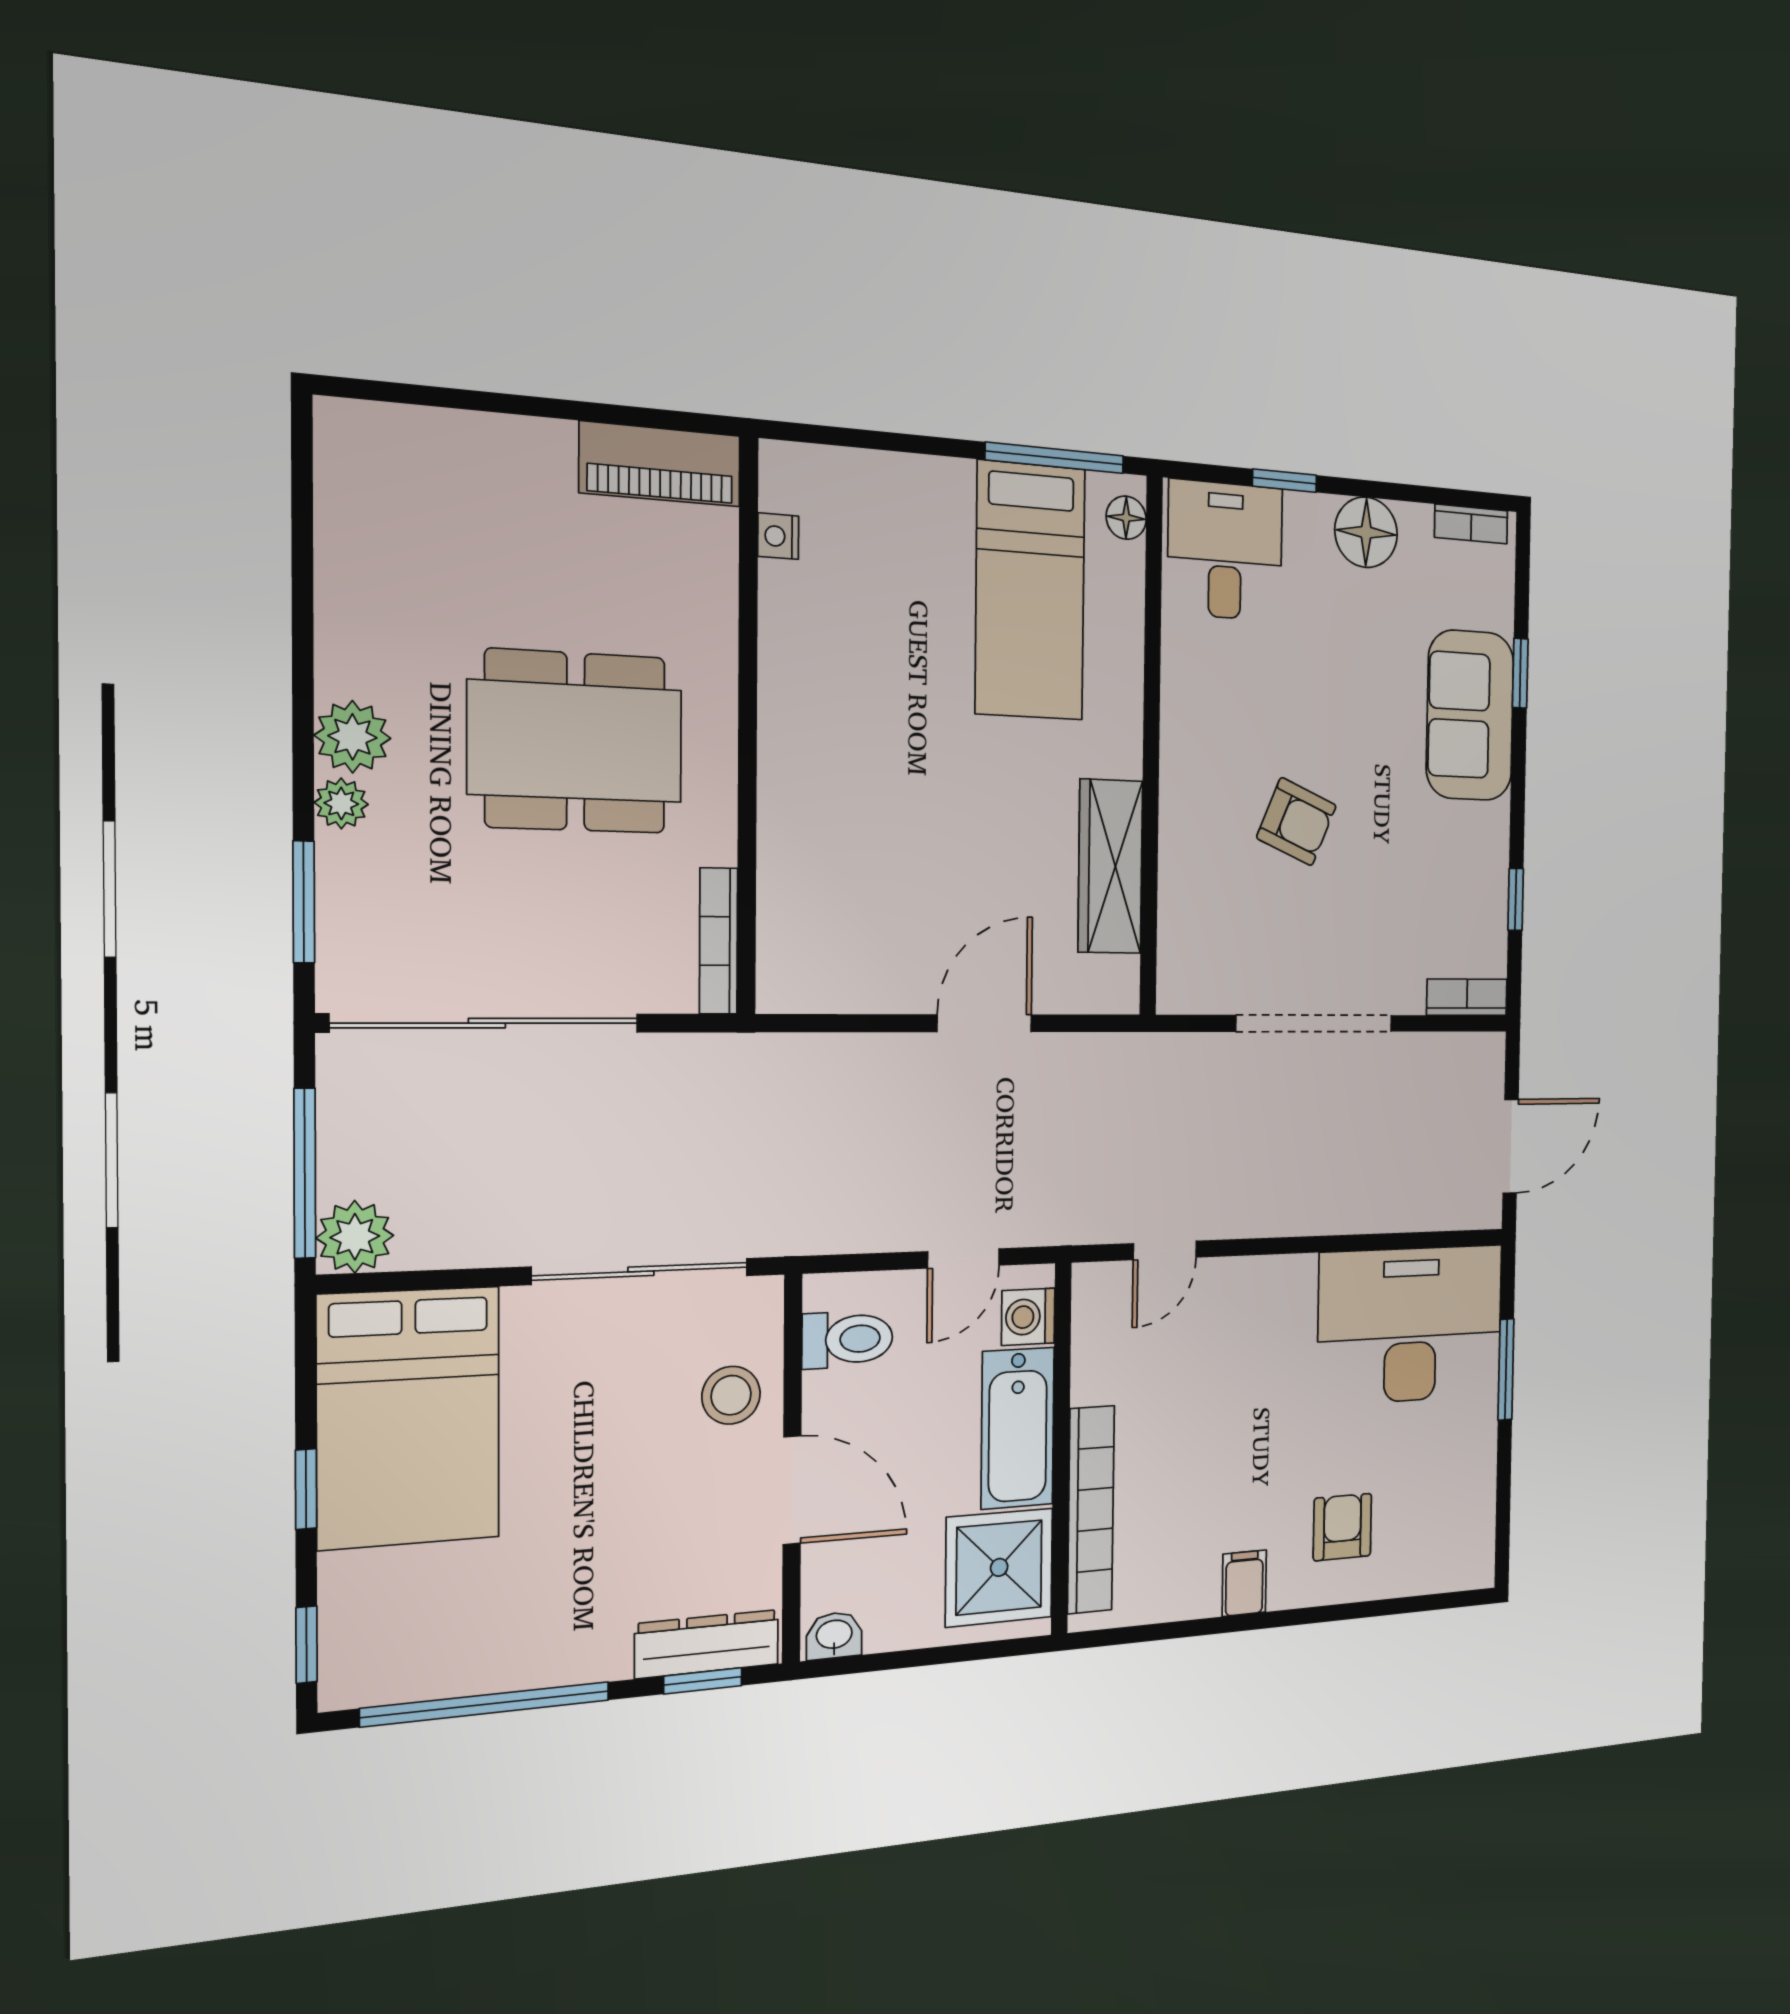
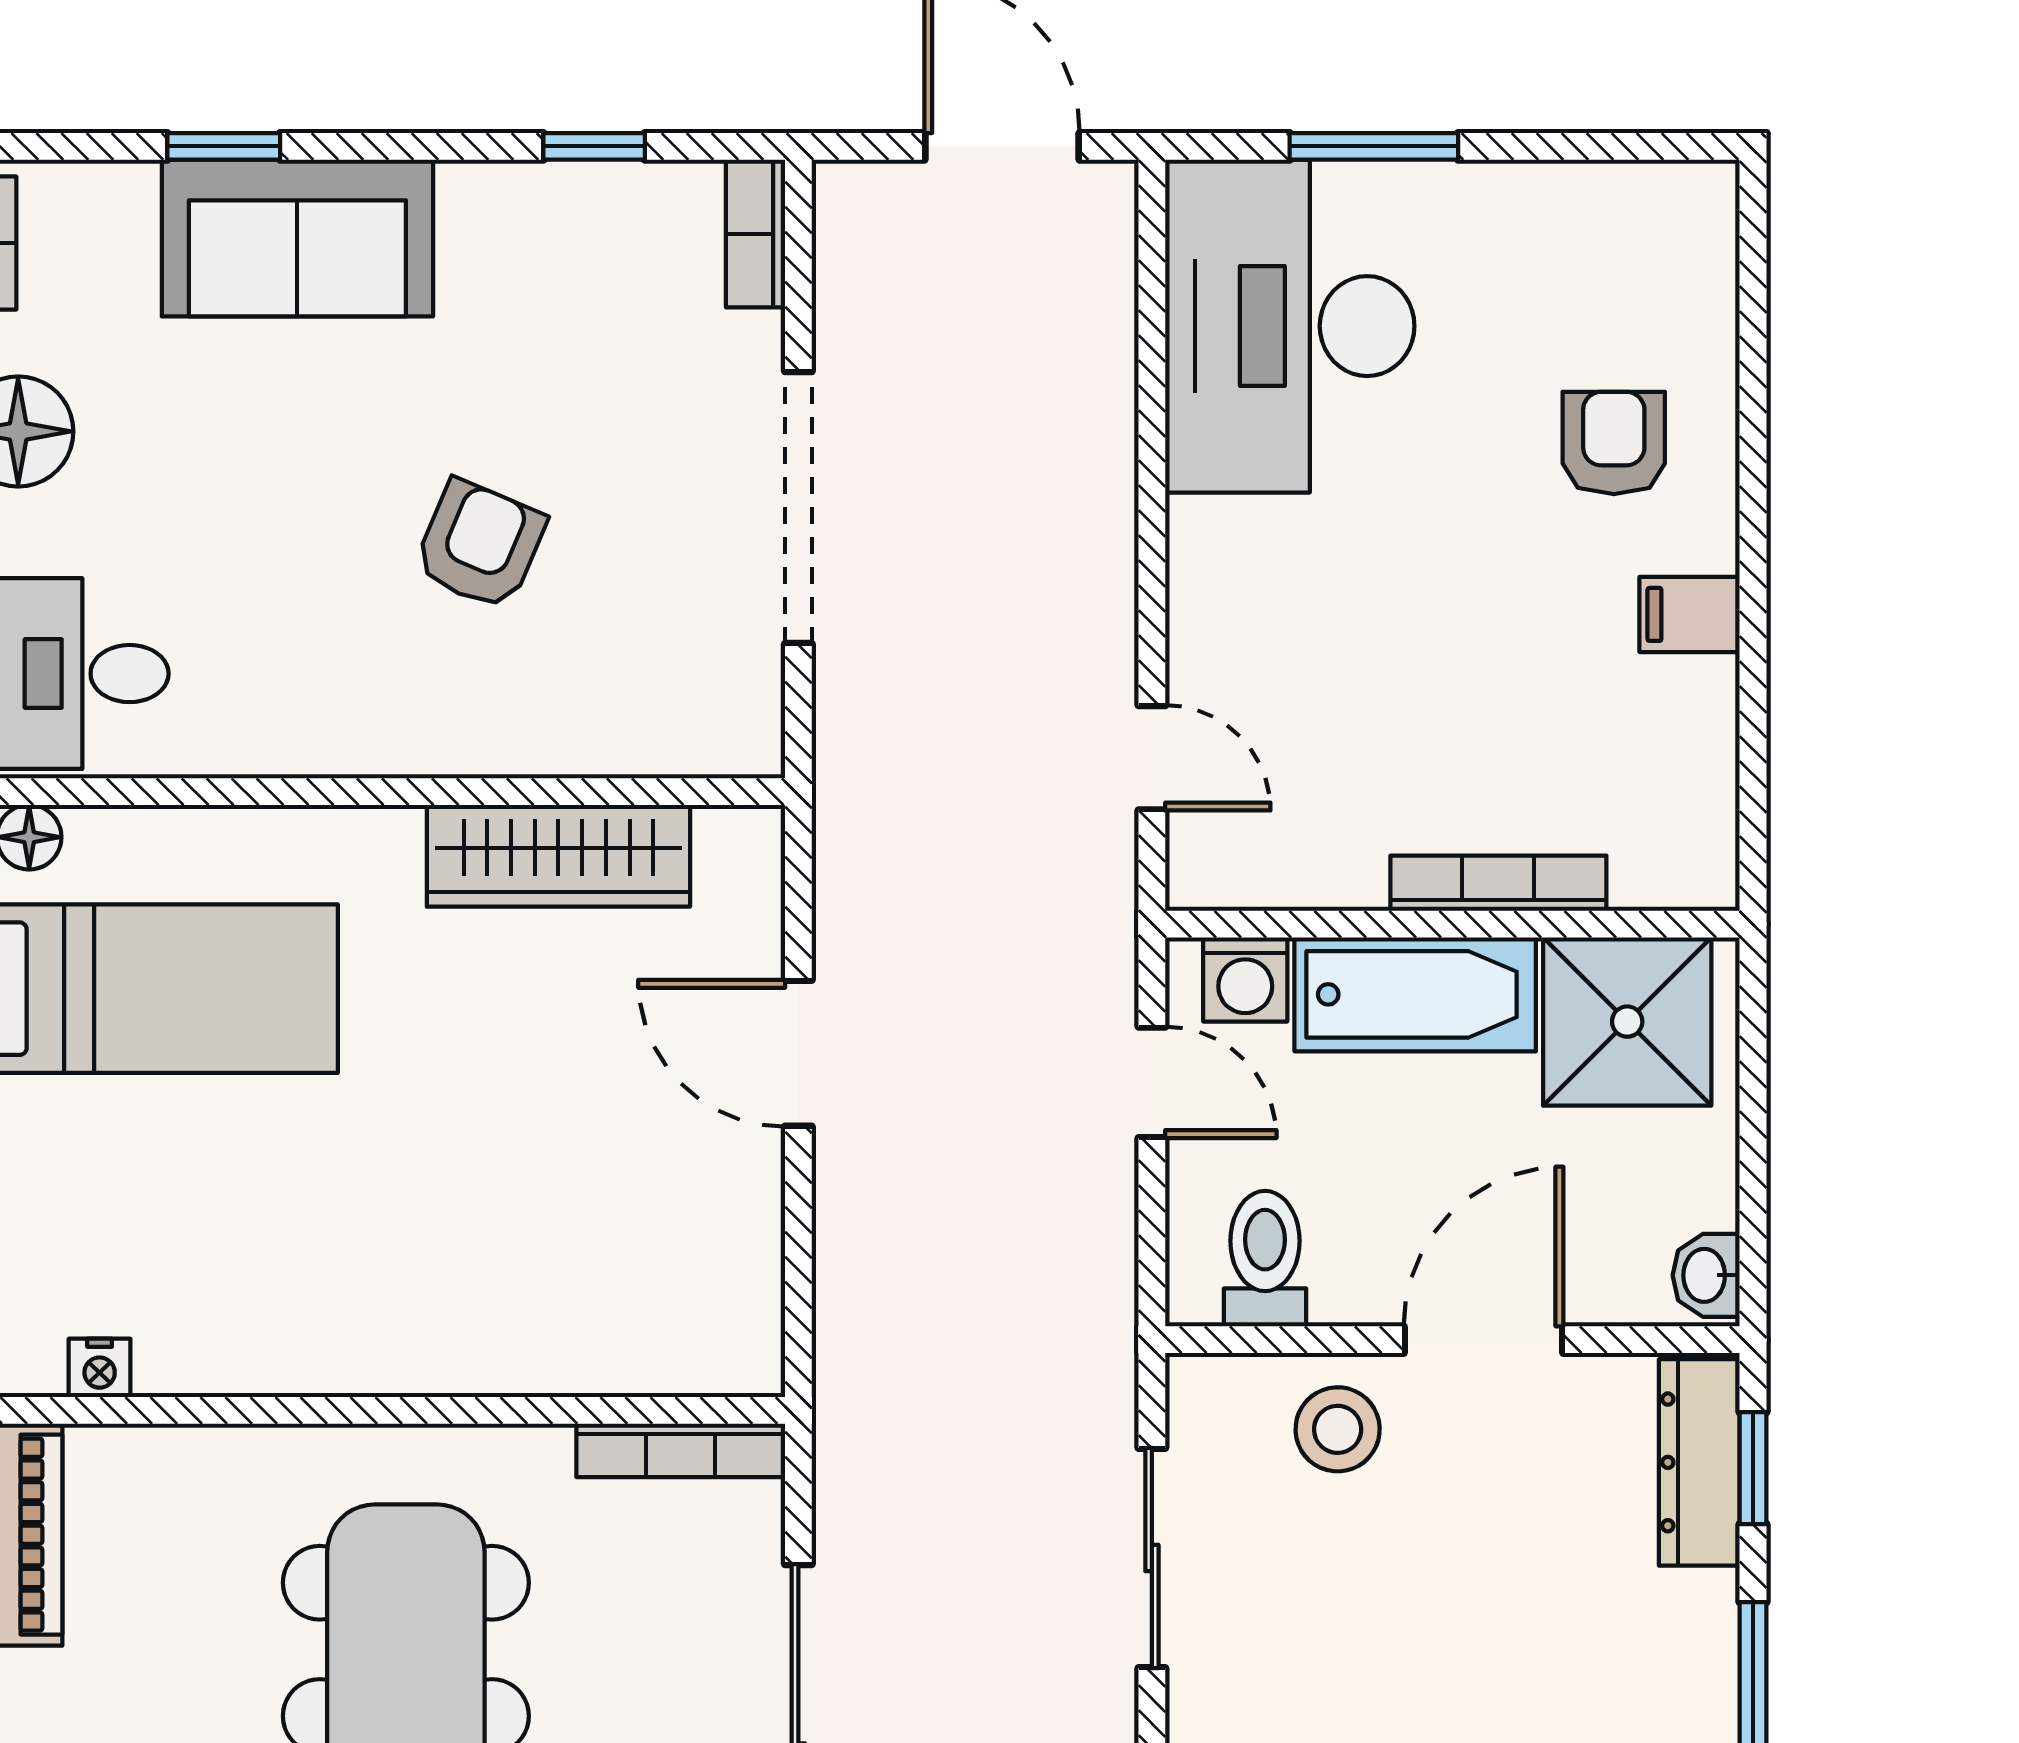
sliding door: (641, 1271) -> (1152, 1558), width x0.73
bookcase: (1091, 1510) -> (1498, 883), width x0.68, depth x0.76
armchair: (1342, 1527) -> (1614, 443), turned 90

